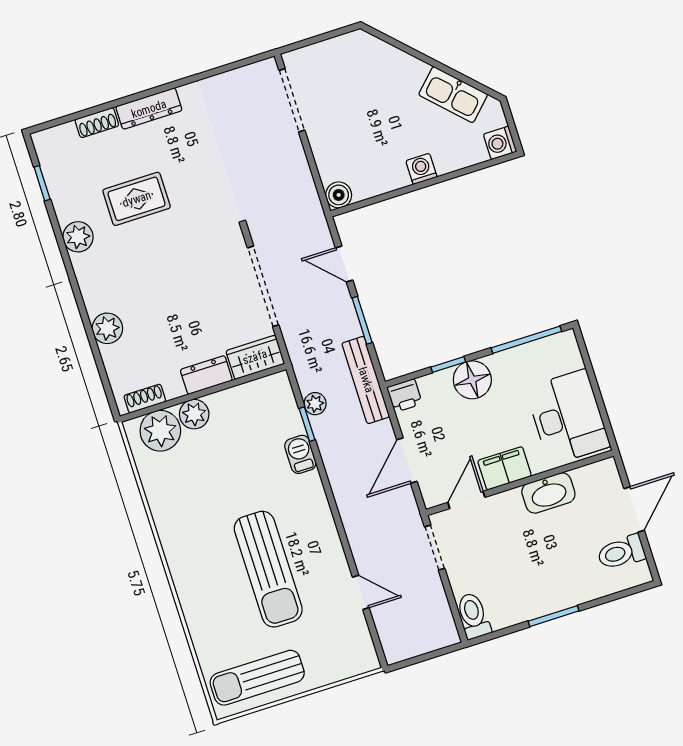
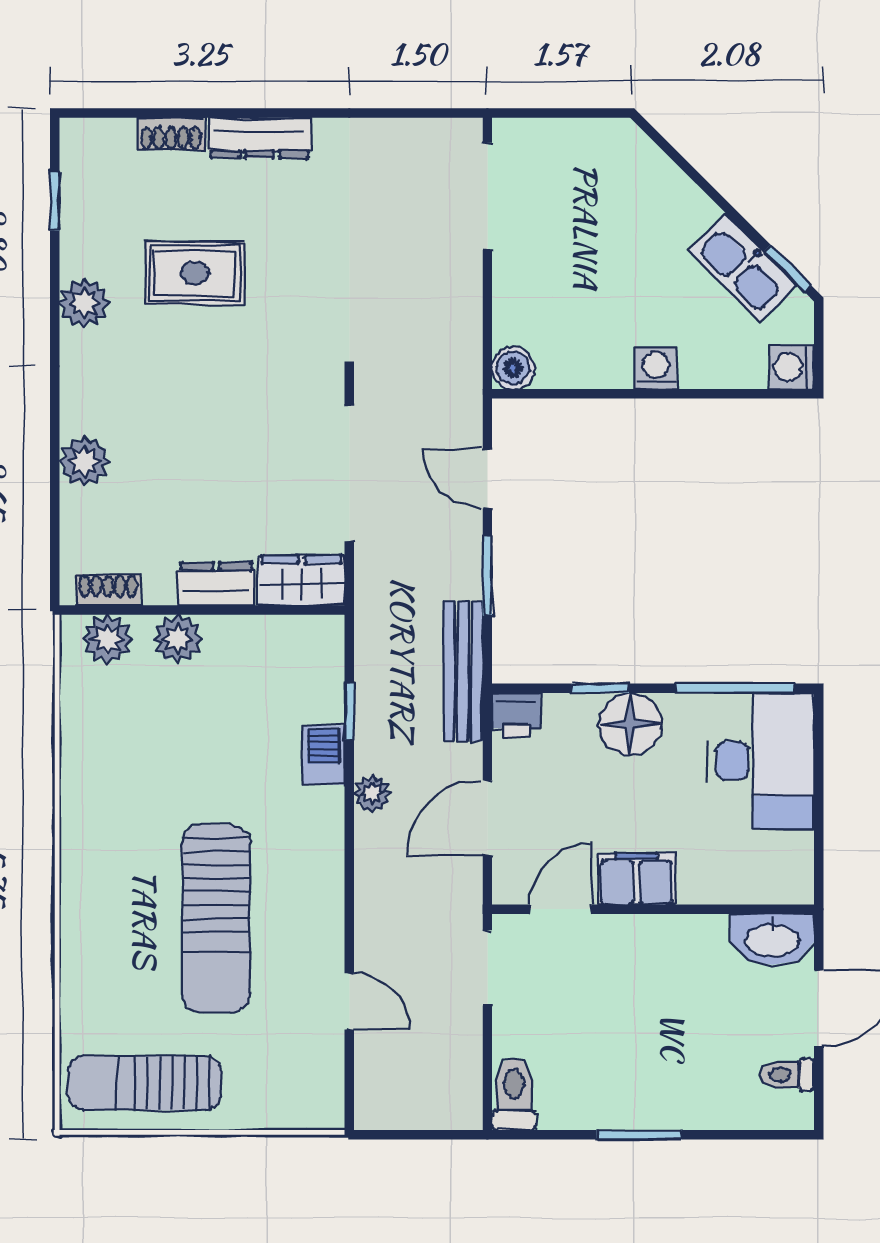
window: (479, 87) -> (788, 269), added
plant: (315, 404) -> (372, 793), moved
desk: (568, 417) -> (761, 761), moved
plant: (160, 431) -> (107, 639), width x0.73, depth x0.73
washbasin: (548, 493) -> (772, 939), moved
toilet: (621, 552) -> (787, 1075), width x0.73, depth x0.72

